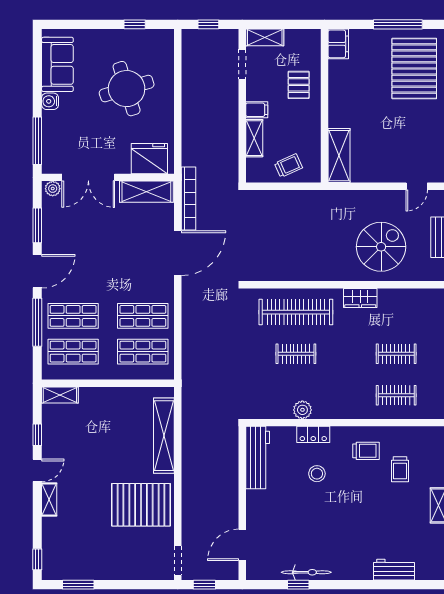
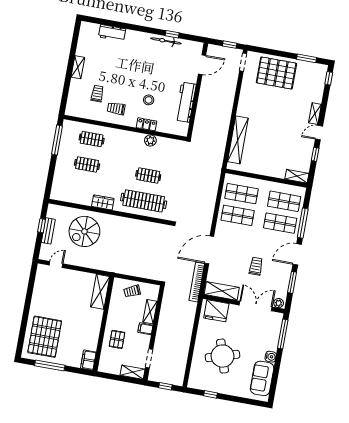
trolley: (99, 241) -> (256, 266), added
workbench: (258, 458) -> (186, 102), moved
pallet: (141, 505) -> (276, 73), moved

